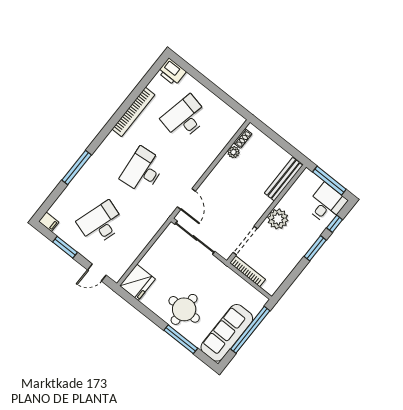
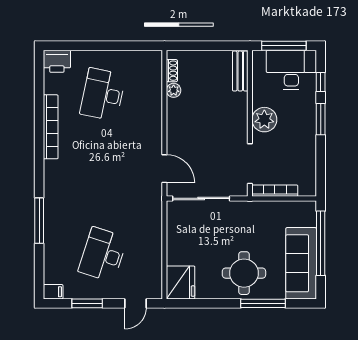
desk: (143, 171) -> (103, 175), removed
bench: (284, 179) -> (240, 71), width x0.73
desk: (326, 204) -> (291, 70), width x1.37

